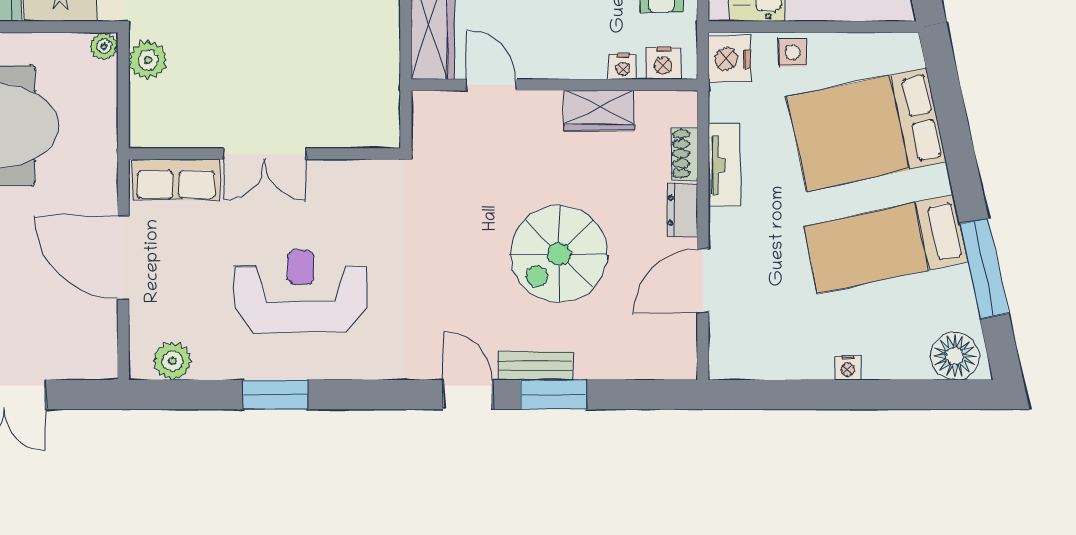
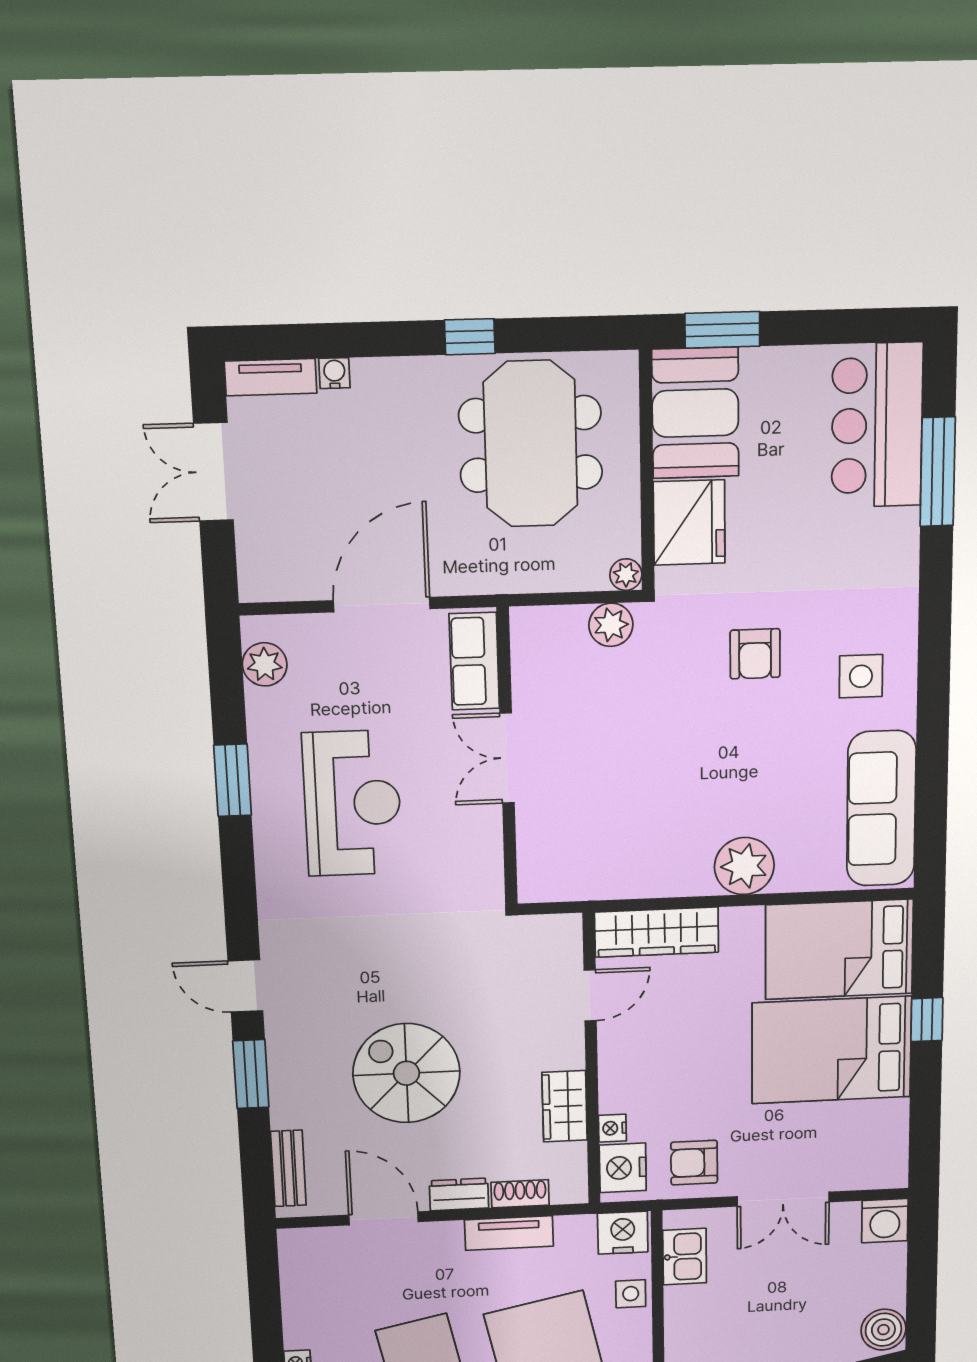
nightstand: (663, 63) -> (623, 1168), width x1.36, depth x1.33
bench: (535, 366) -> (288, 1168), moved
door: (468, 395) -> (245, 986), swing flipped

